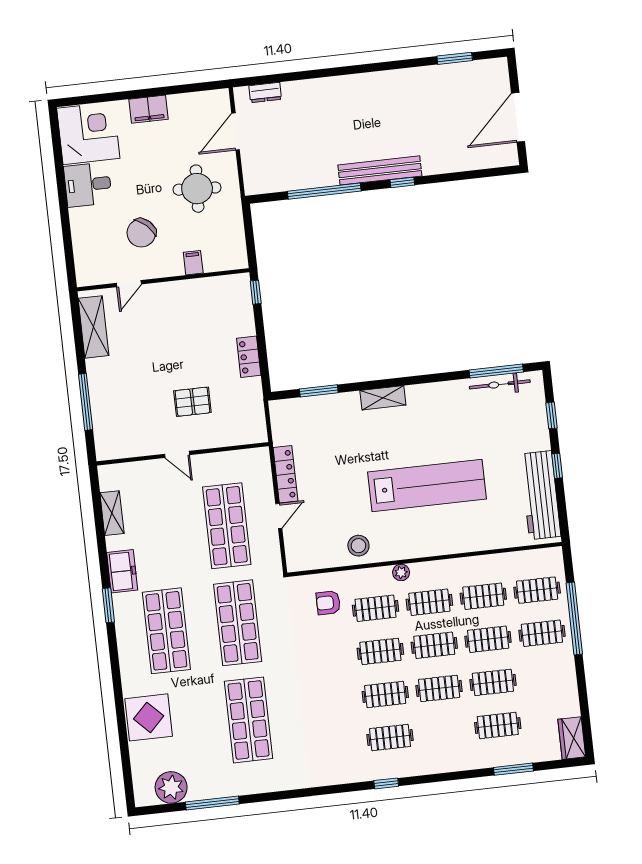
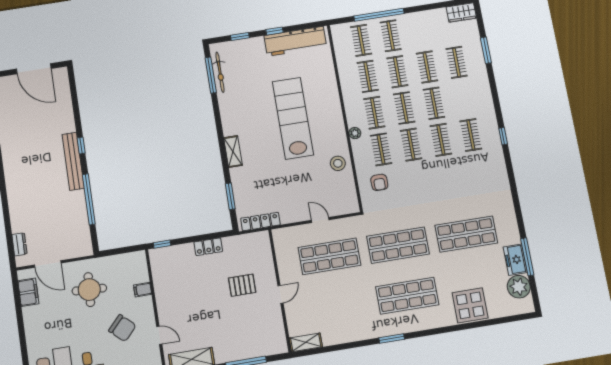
filing cabinet: (149, 109) -> (28, 292), moved
pallet: (192, 402) -> (242, 285), turned 90
locker: (285, 474) -> (260, 222), moved
shelving: (112, 513) -> (306, 342), moved
freezer: (122, 571) -> (515, 260), moved, turned -90

